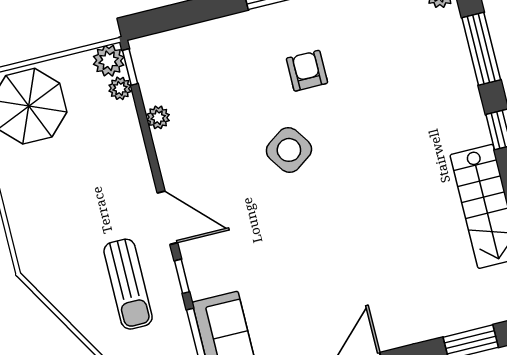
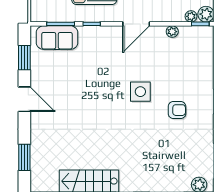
side table: (289, 150) -> (140, 92), turned 35
door: (167, 218) -> (136, 24), moved

